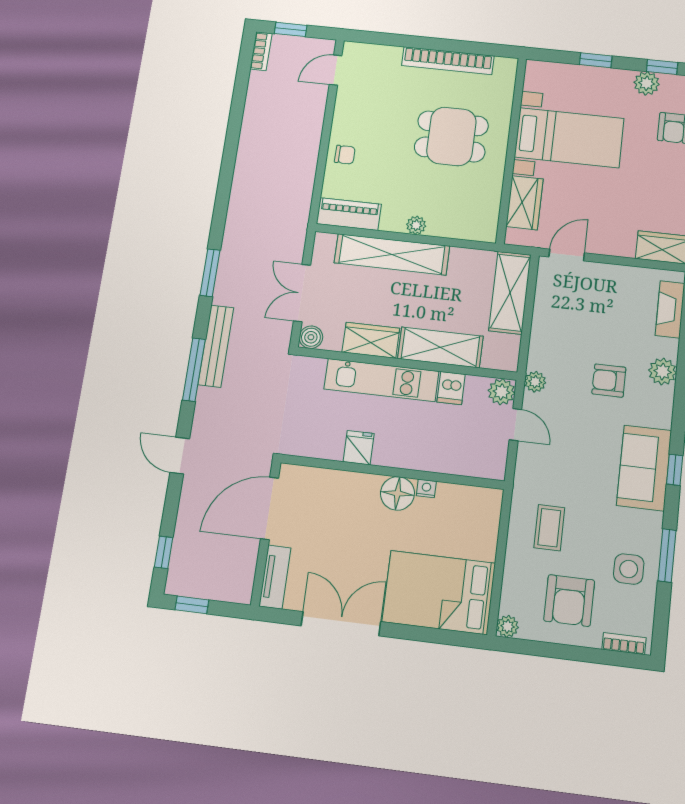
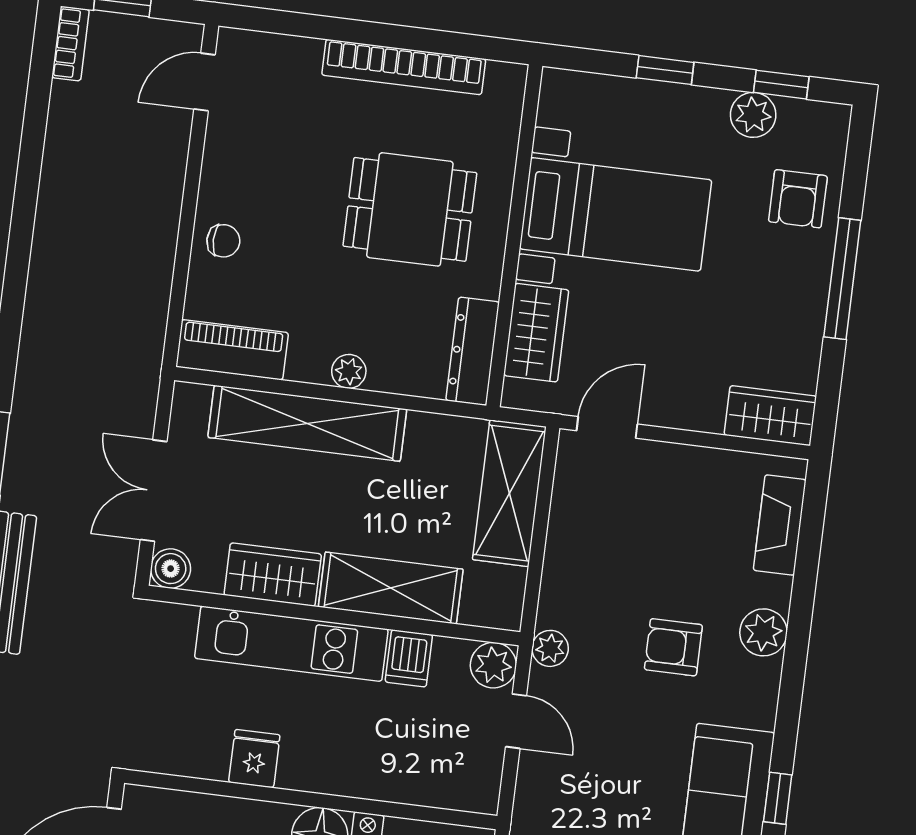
dresser: (488, 213) -> (473, 351), added

